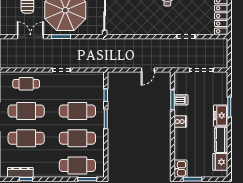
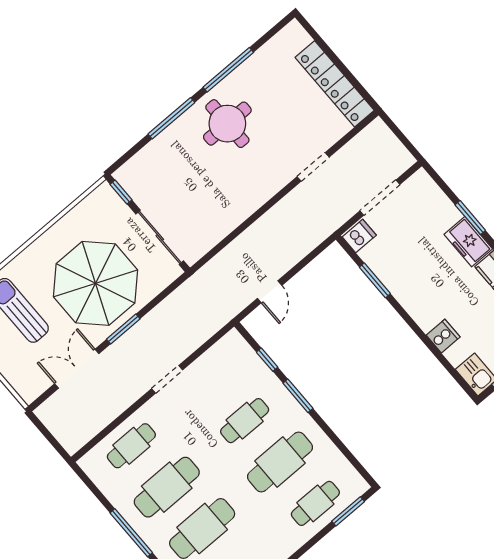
door: (148, 70) -> (270, 292), moved
dishwasher: (181, 100) -> (359, 236), moved
cafe table: (77, 111) -> (245, 421), width x0.73, depth x0.74
cooker: (180, 122) -> (443, 336), moved
cafe table: (77, 165) -> (315, 503), width x0.73, depth x0.74

